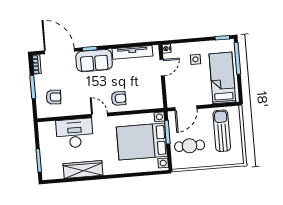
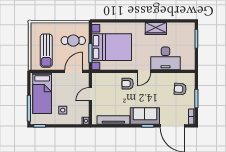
door: (162, 68) -> (90, 94), moved
door: (100, 115) -> (144, 71), hinge flipped
wardrobe: (83, 169) -> (156, 28), width x0.67

